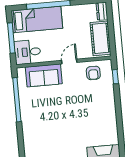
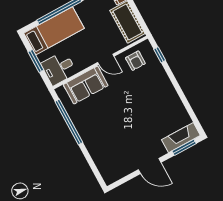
window: (11, 38) -> (36, 61), width x0.69
door: (69, 61) -> (106, 59), swing flipped

